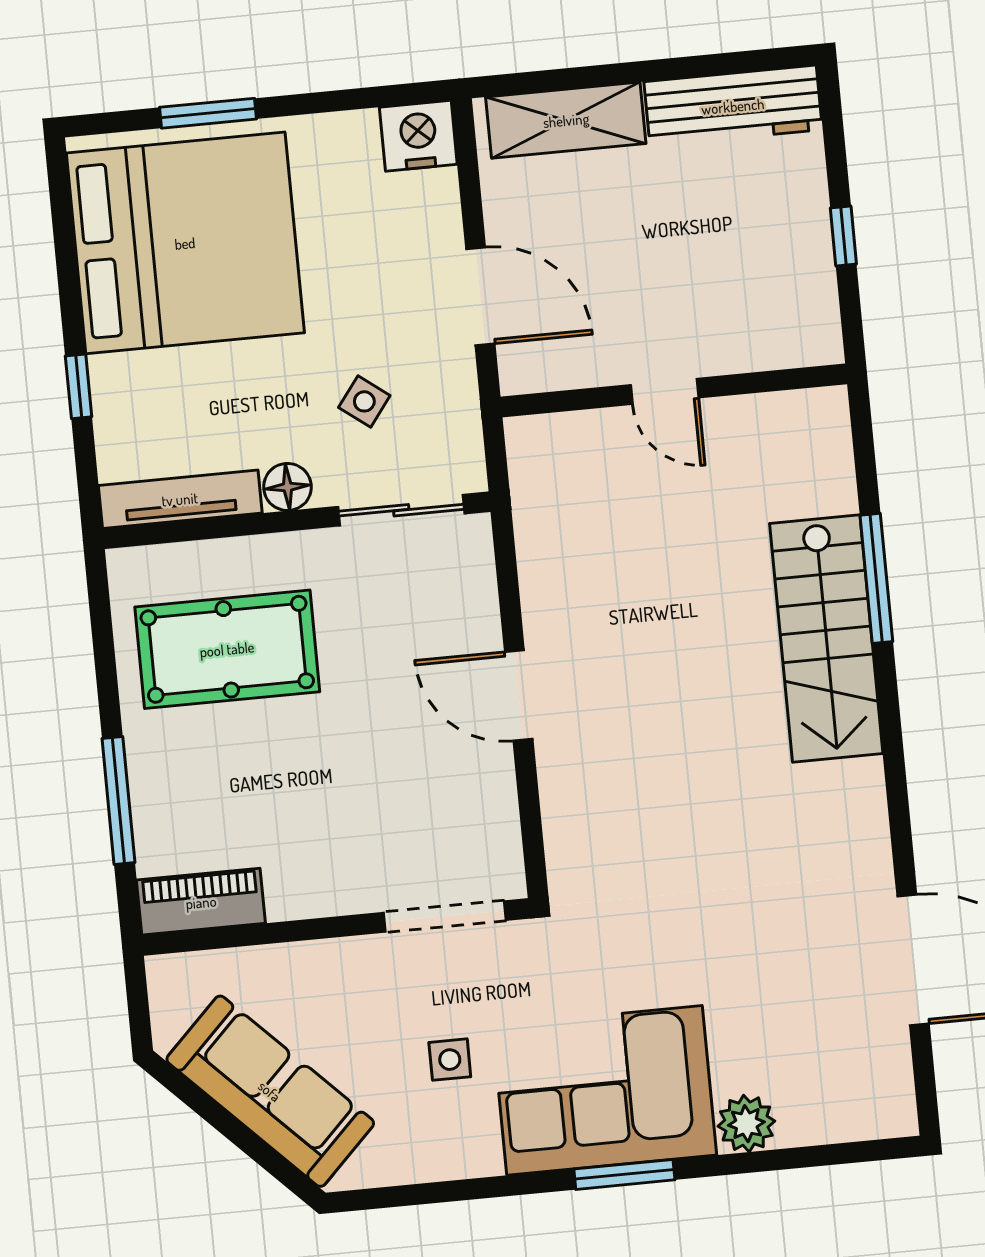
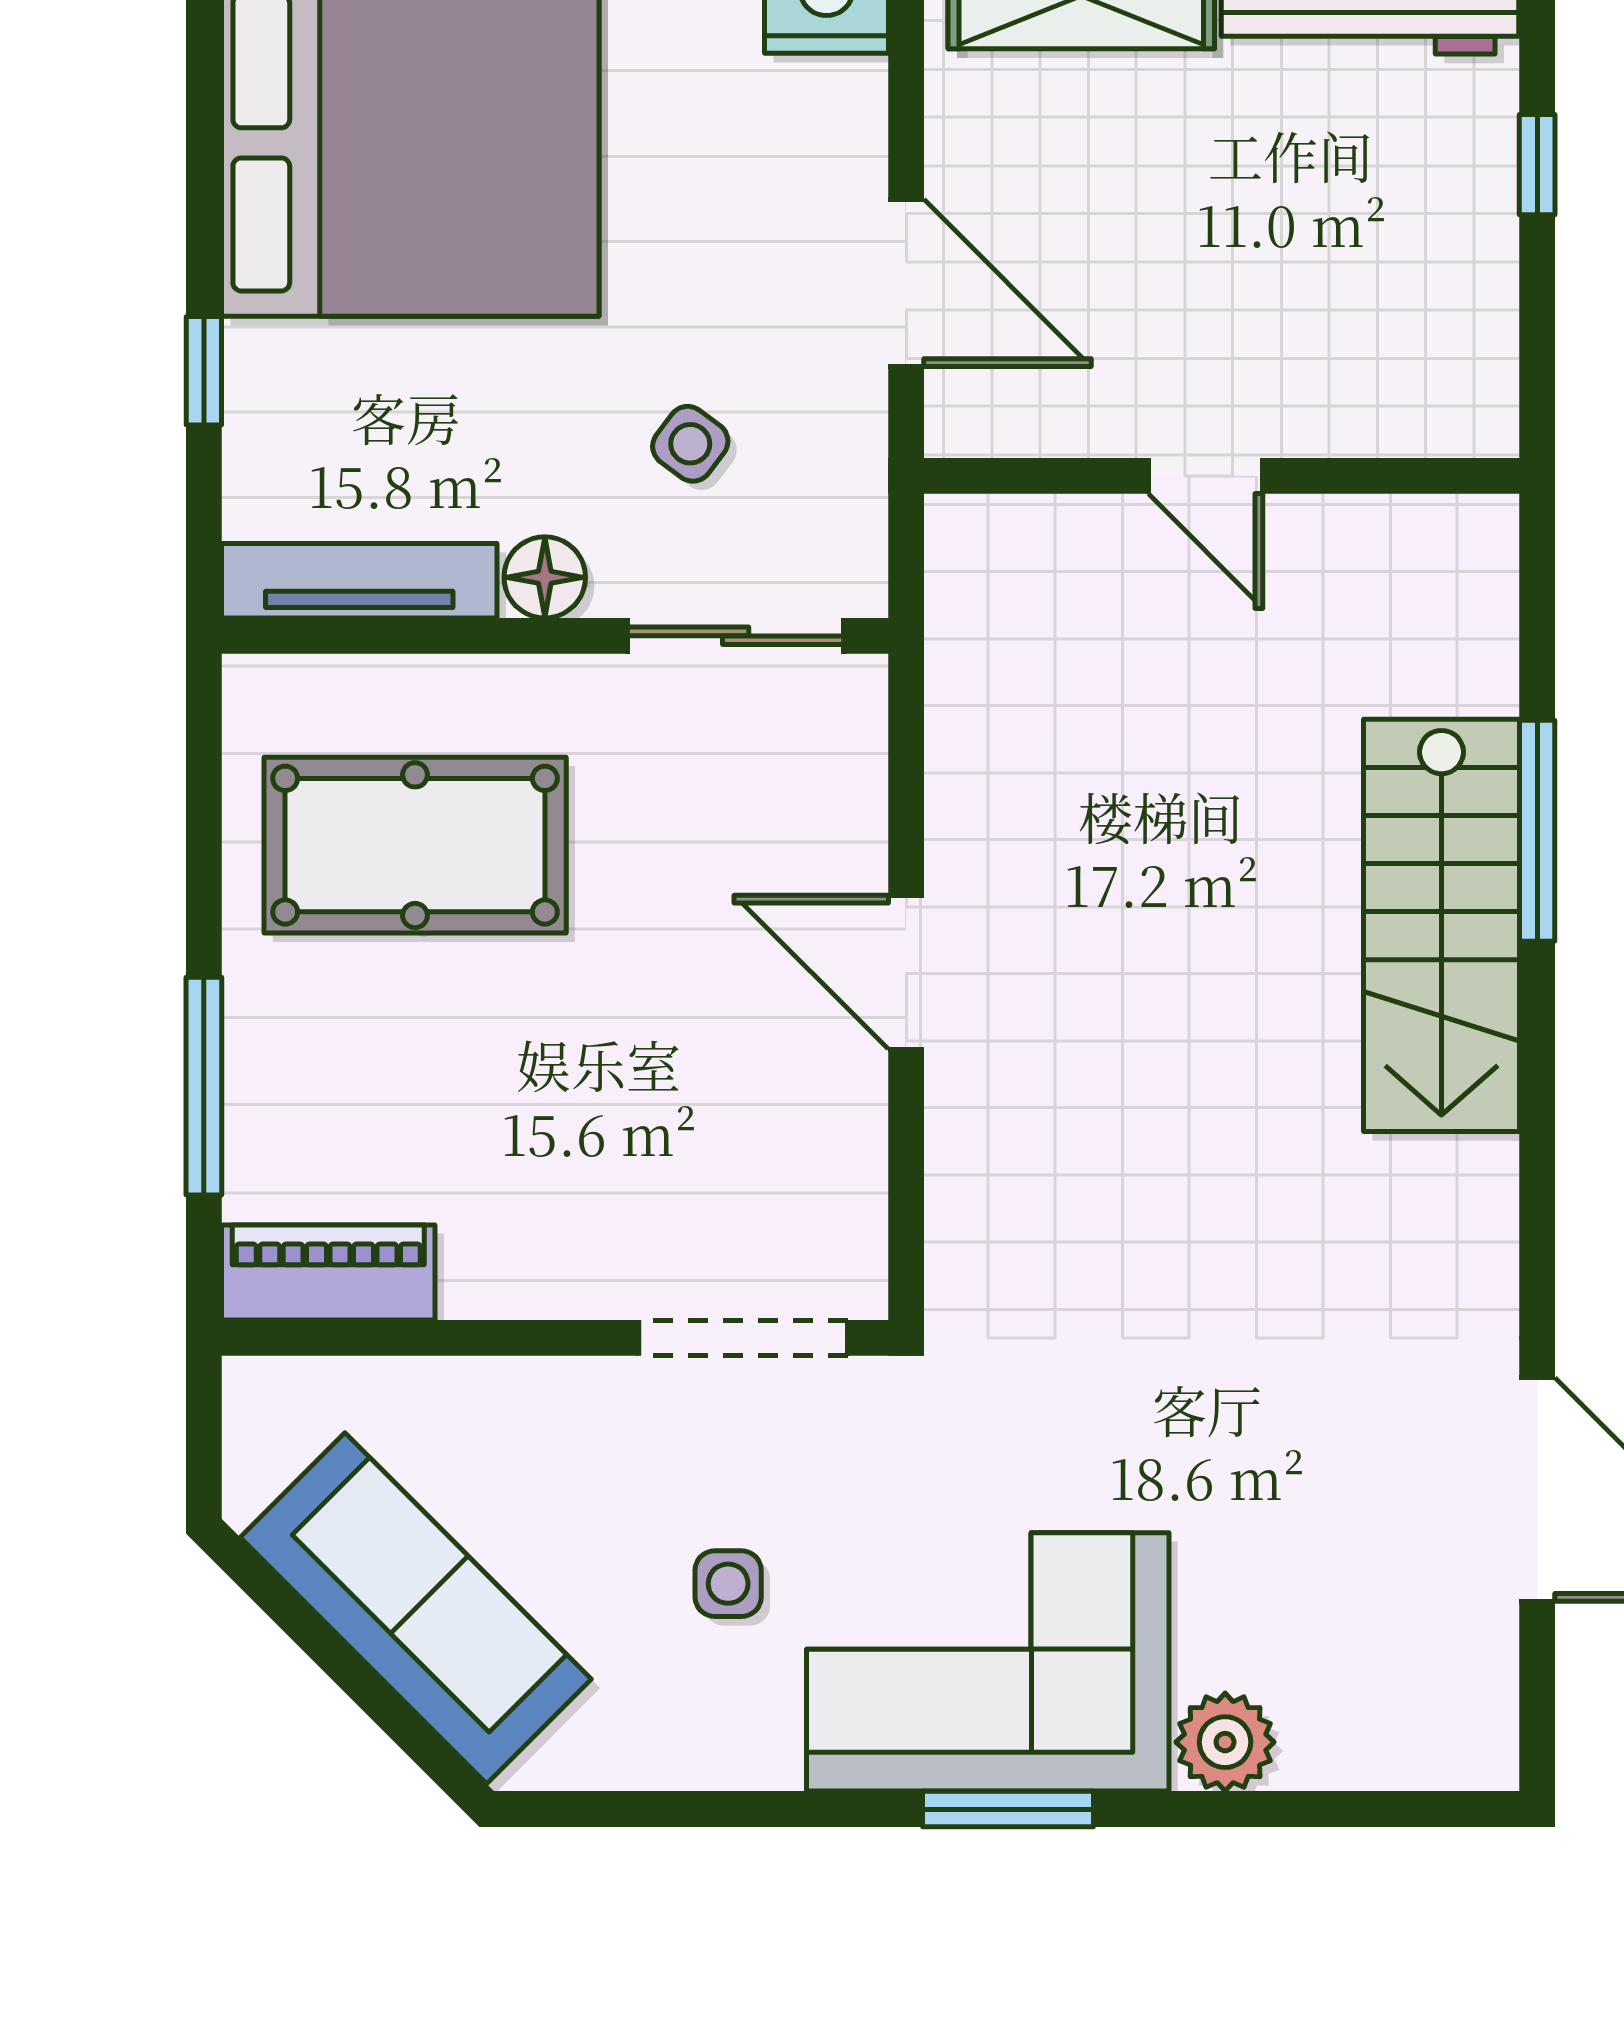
window: (843, 236) -> (1537, 165), moved

